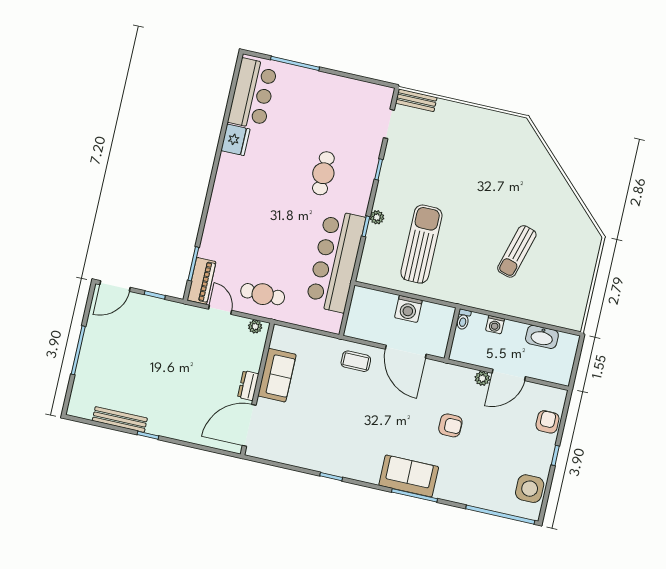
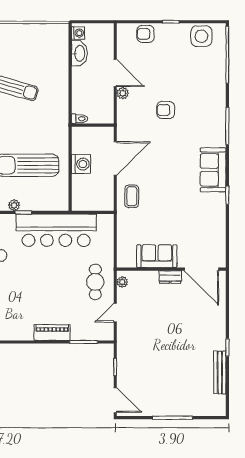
piano: (202, 281) -> (52, 333), moved
washing machine: (495, 325) -> (78, 33), moved
armchair: (450, 425) -> (166, 110), turned -90
sofa: (409, 476) -> (213, 170), moved

